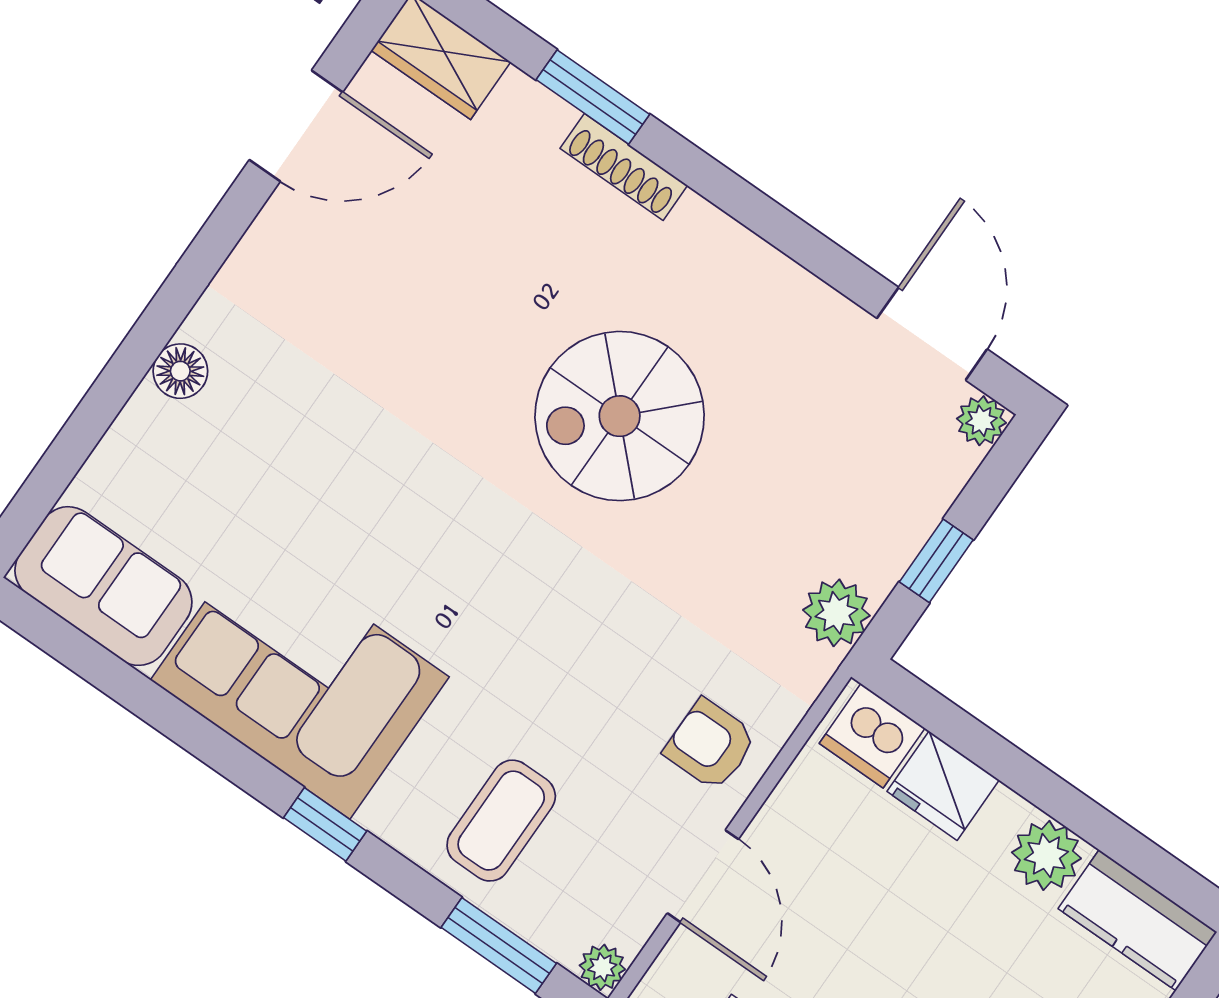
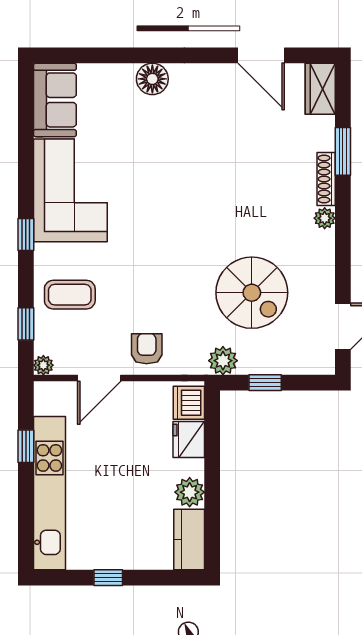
floor lamp: (180, 371) -> (152, 79), width x1.38, depth x1.38
spiral stairs: (620, 416) -> (252, 293), moved, turned 180
plant: (981, 421) -> (325, 218), moved
window: (499, 945) -> (26, 324), width x0.67

